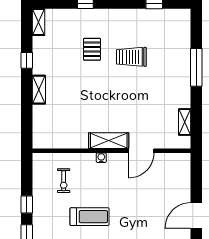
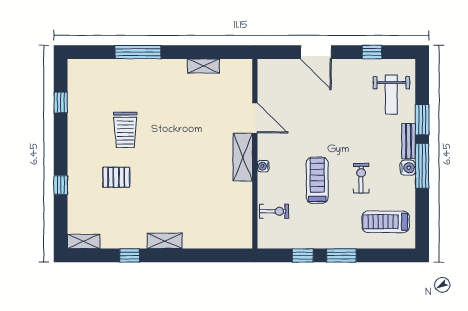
shelving: (109, 141) -> (243, 157), moved
wall: (112, 151) -> (255, 154), moved
door: (141, 151) -> (255, 118), moved
water cooler: (101, 158) -> (263, 166), moved

